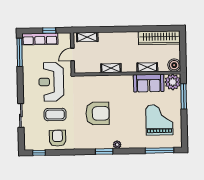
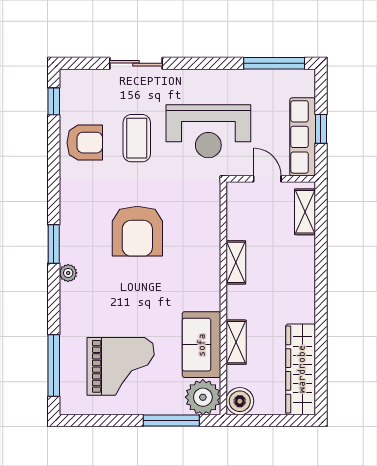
row of seats: (40, 39) -> (303, 137), moved
reception desk: (51, 82) -> (208, 131), turned 180

